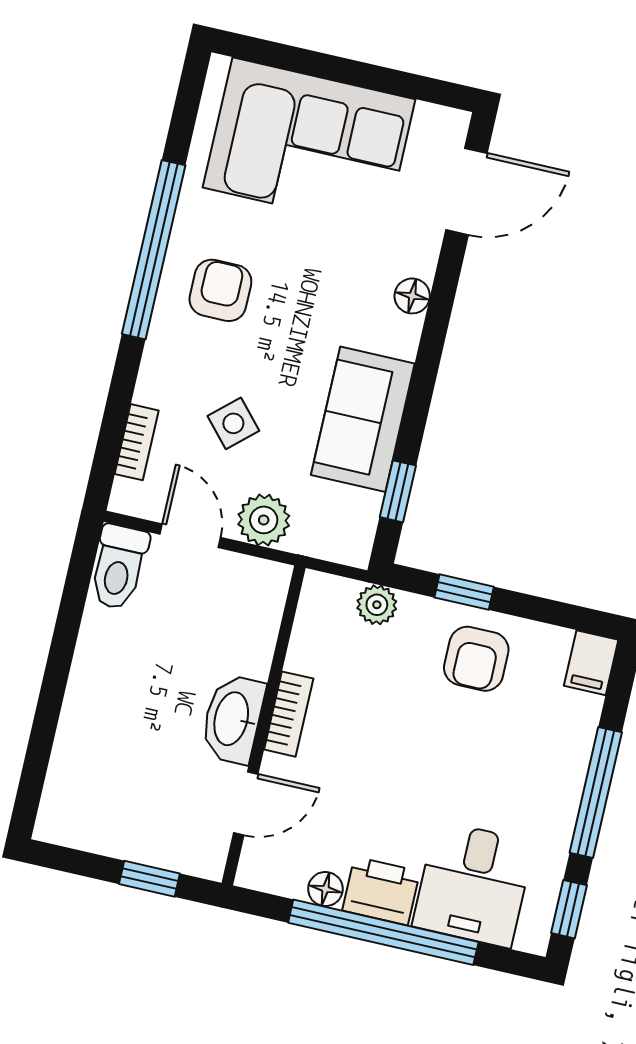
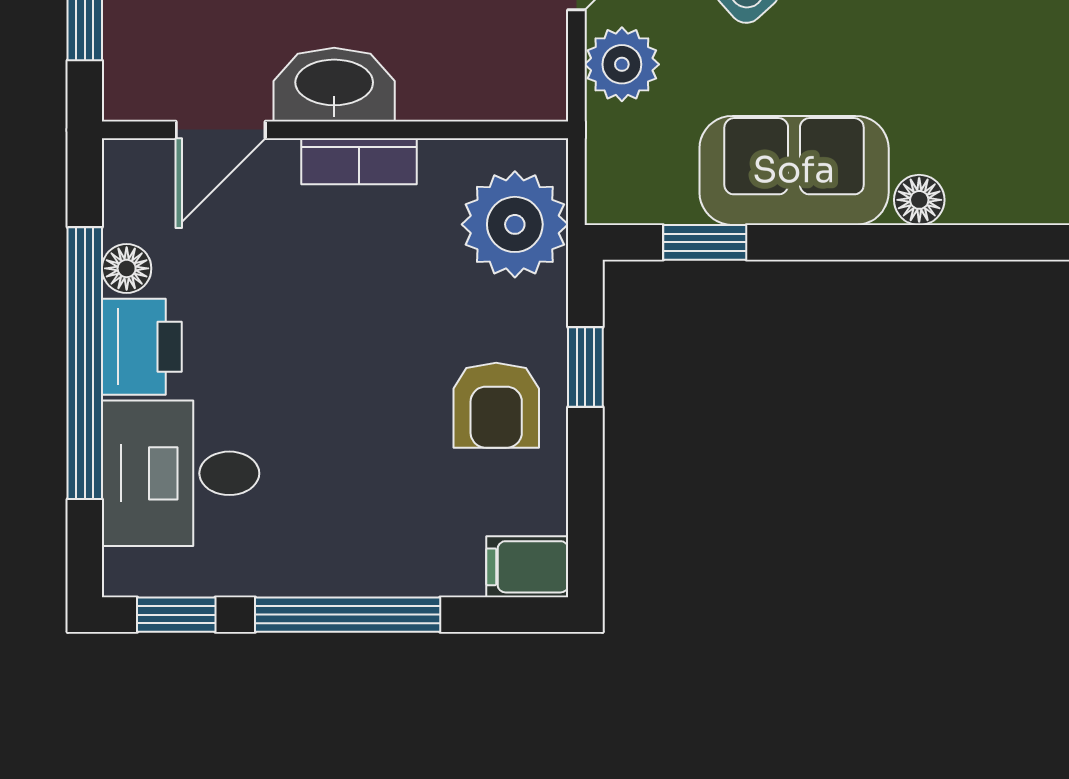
floor lamp: (412, 296) -> (919, 200), moved
plant: (377, 605) -> (515, 224), width x1.88, depth x1.88
armchair: (476, 659) -> (496, 405), turned -90
door: (246, 803) -> (221, 130), hinge flipped

